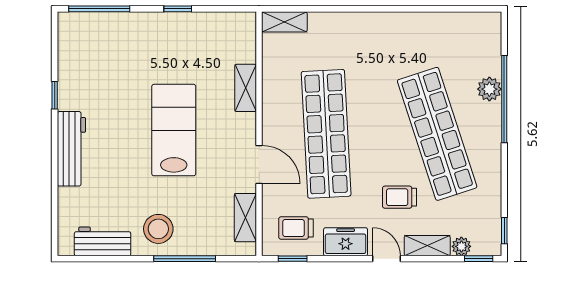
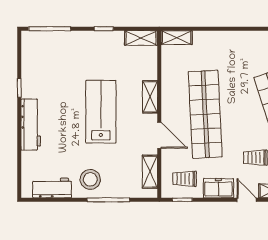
shelving: (232, 22) -> (141, 38), added
shelving: (246, 88) -> (150, 97), moved

